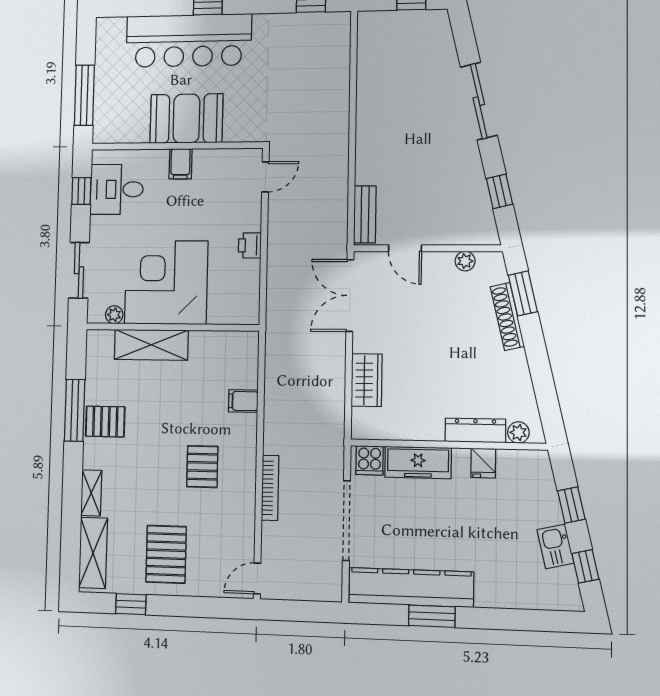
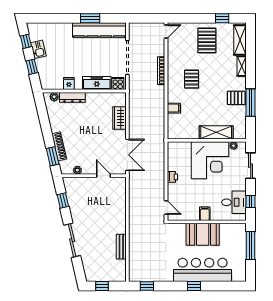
door: (265, 177) -> (166, 208), swing flipped
bench: (365, 214) -> (121, 247), moved

